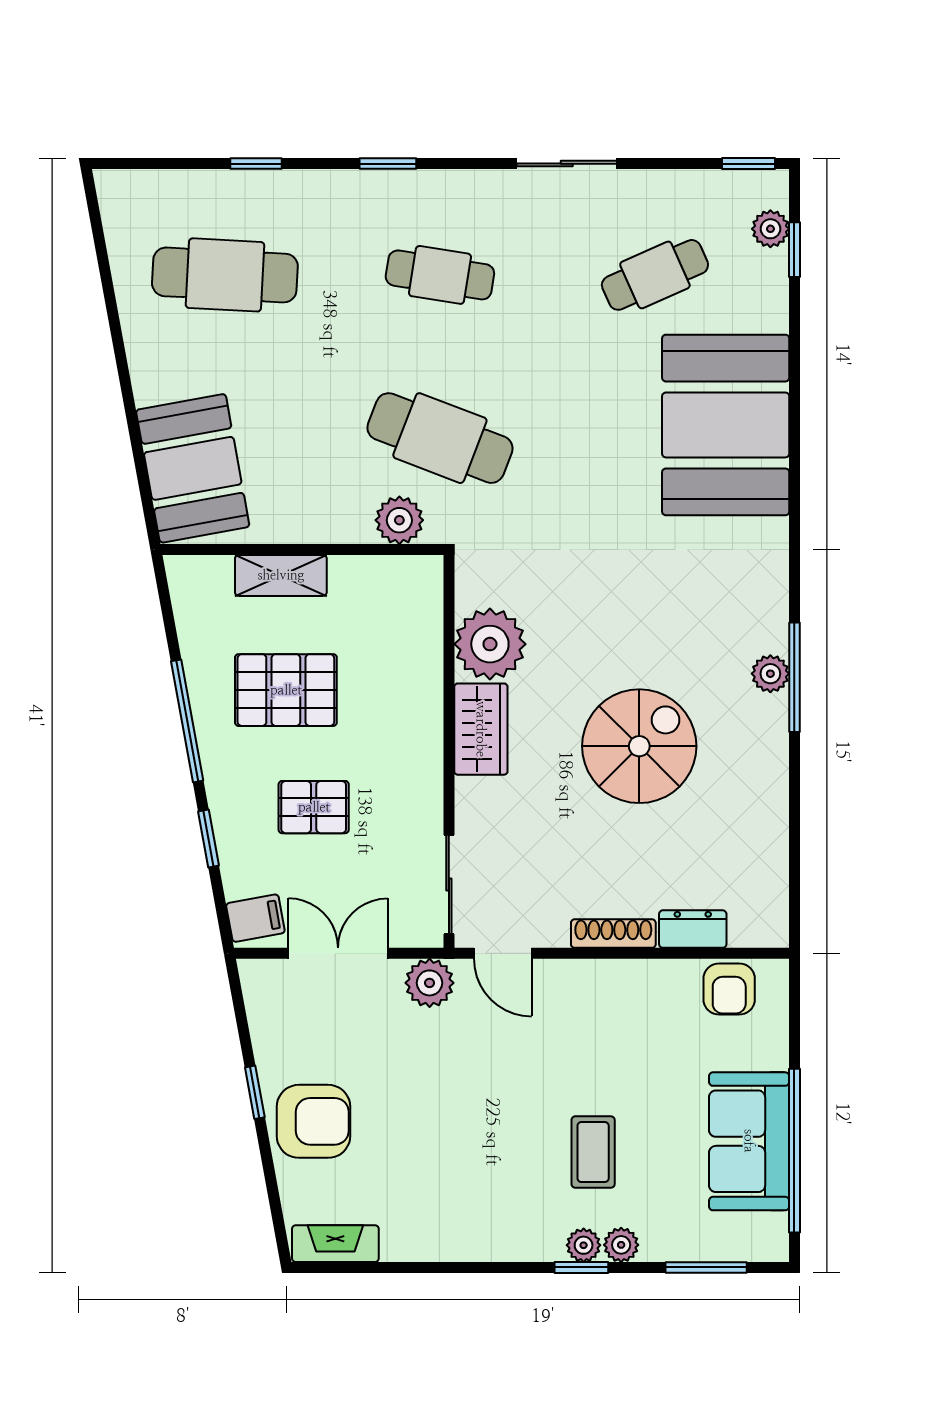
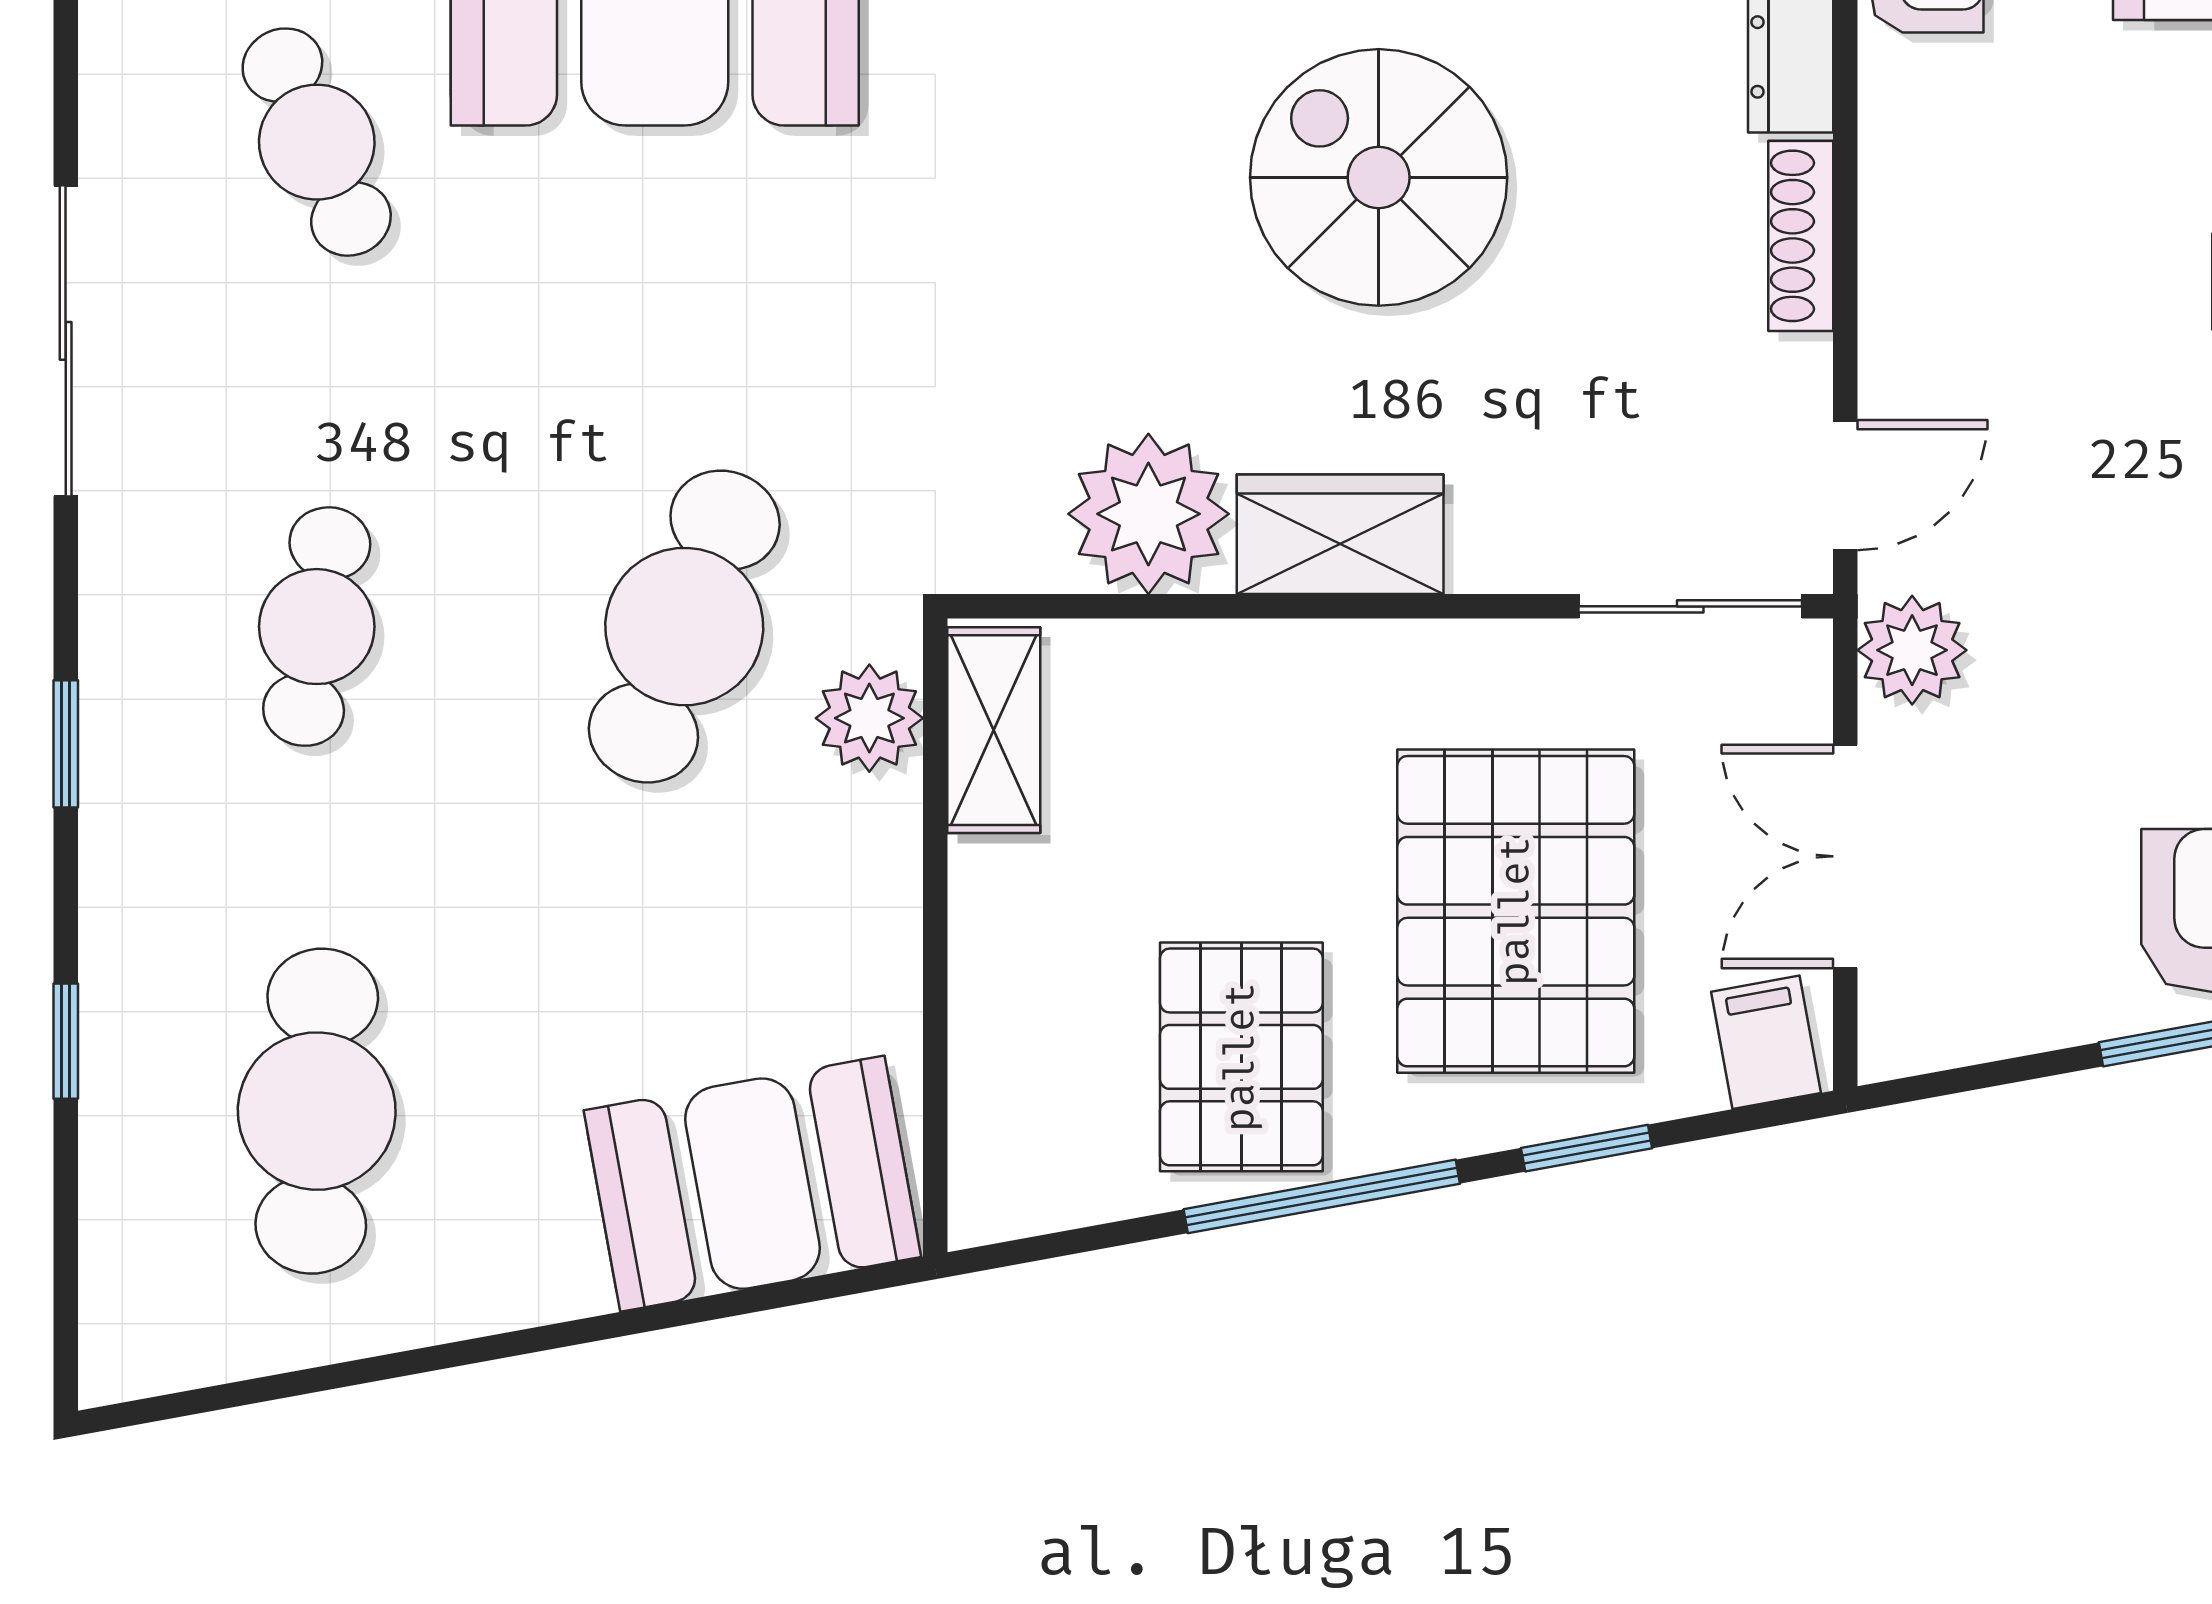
sliding door: (567, 164) -> (66, 341), width x1.37
shelving: (281, 575) -> (994, 730), moved
pallet: (286, 690) -> (1241, 1057), moved
pallet: (314, 807) -> (1516, 911), width x2.05, depth x2.00

